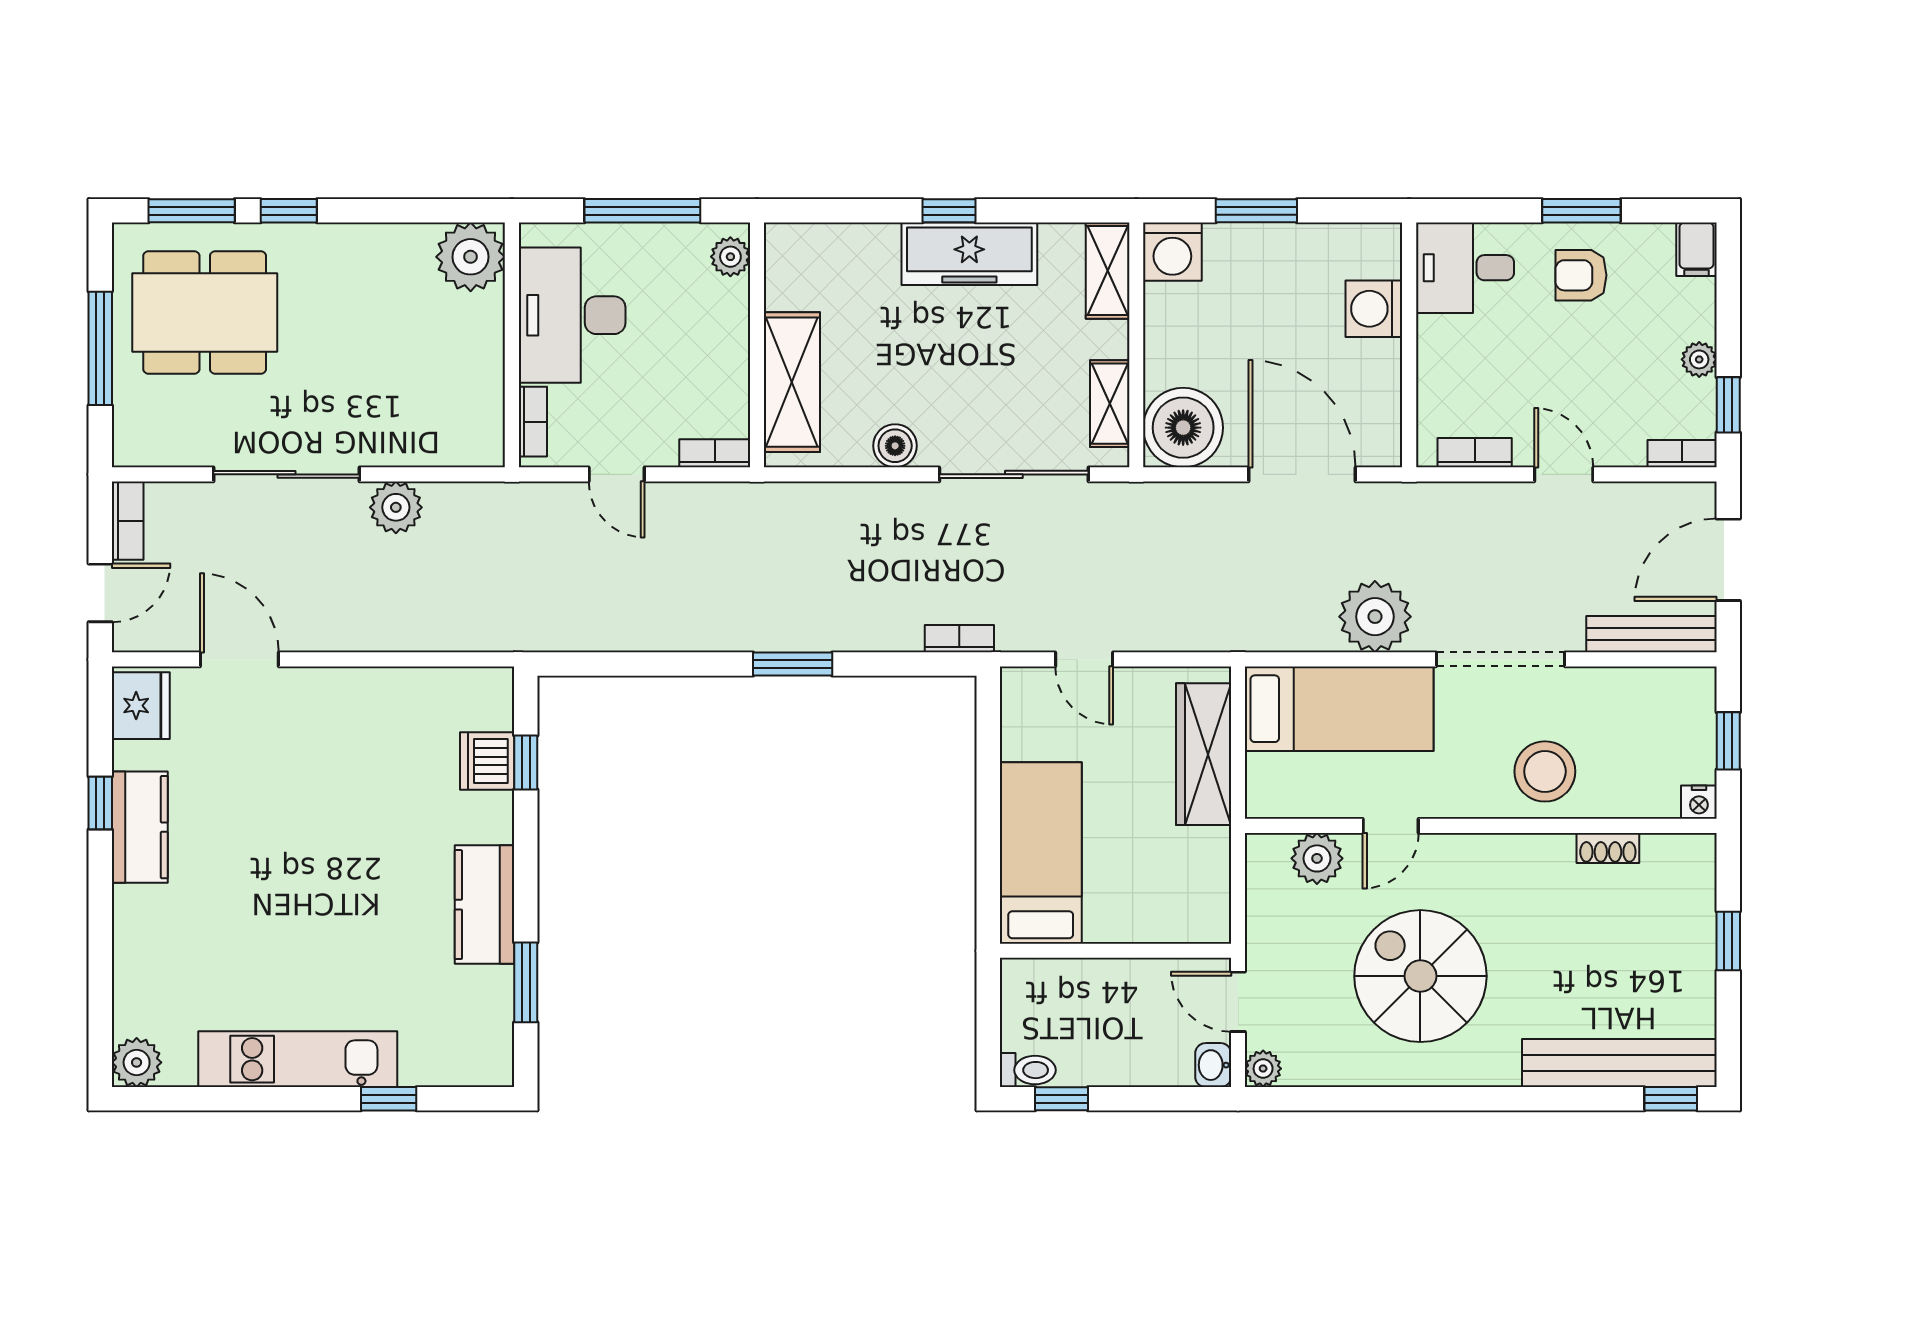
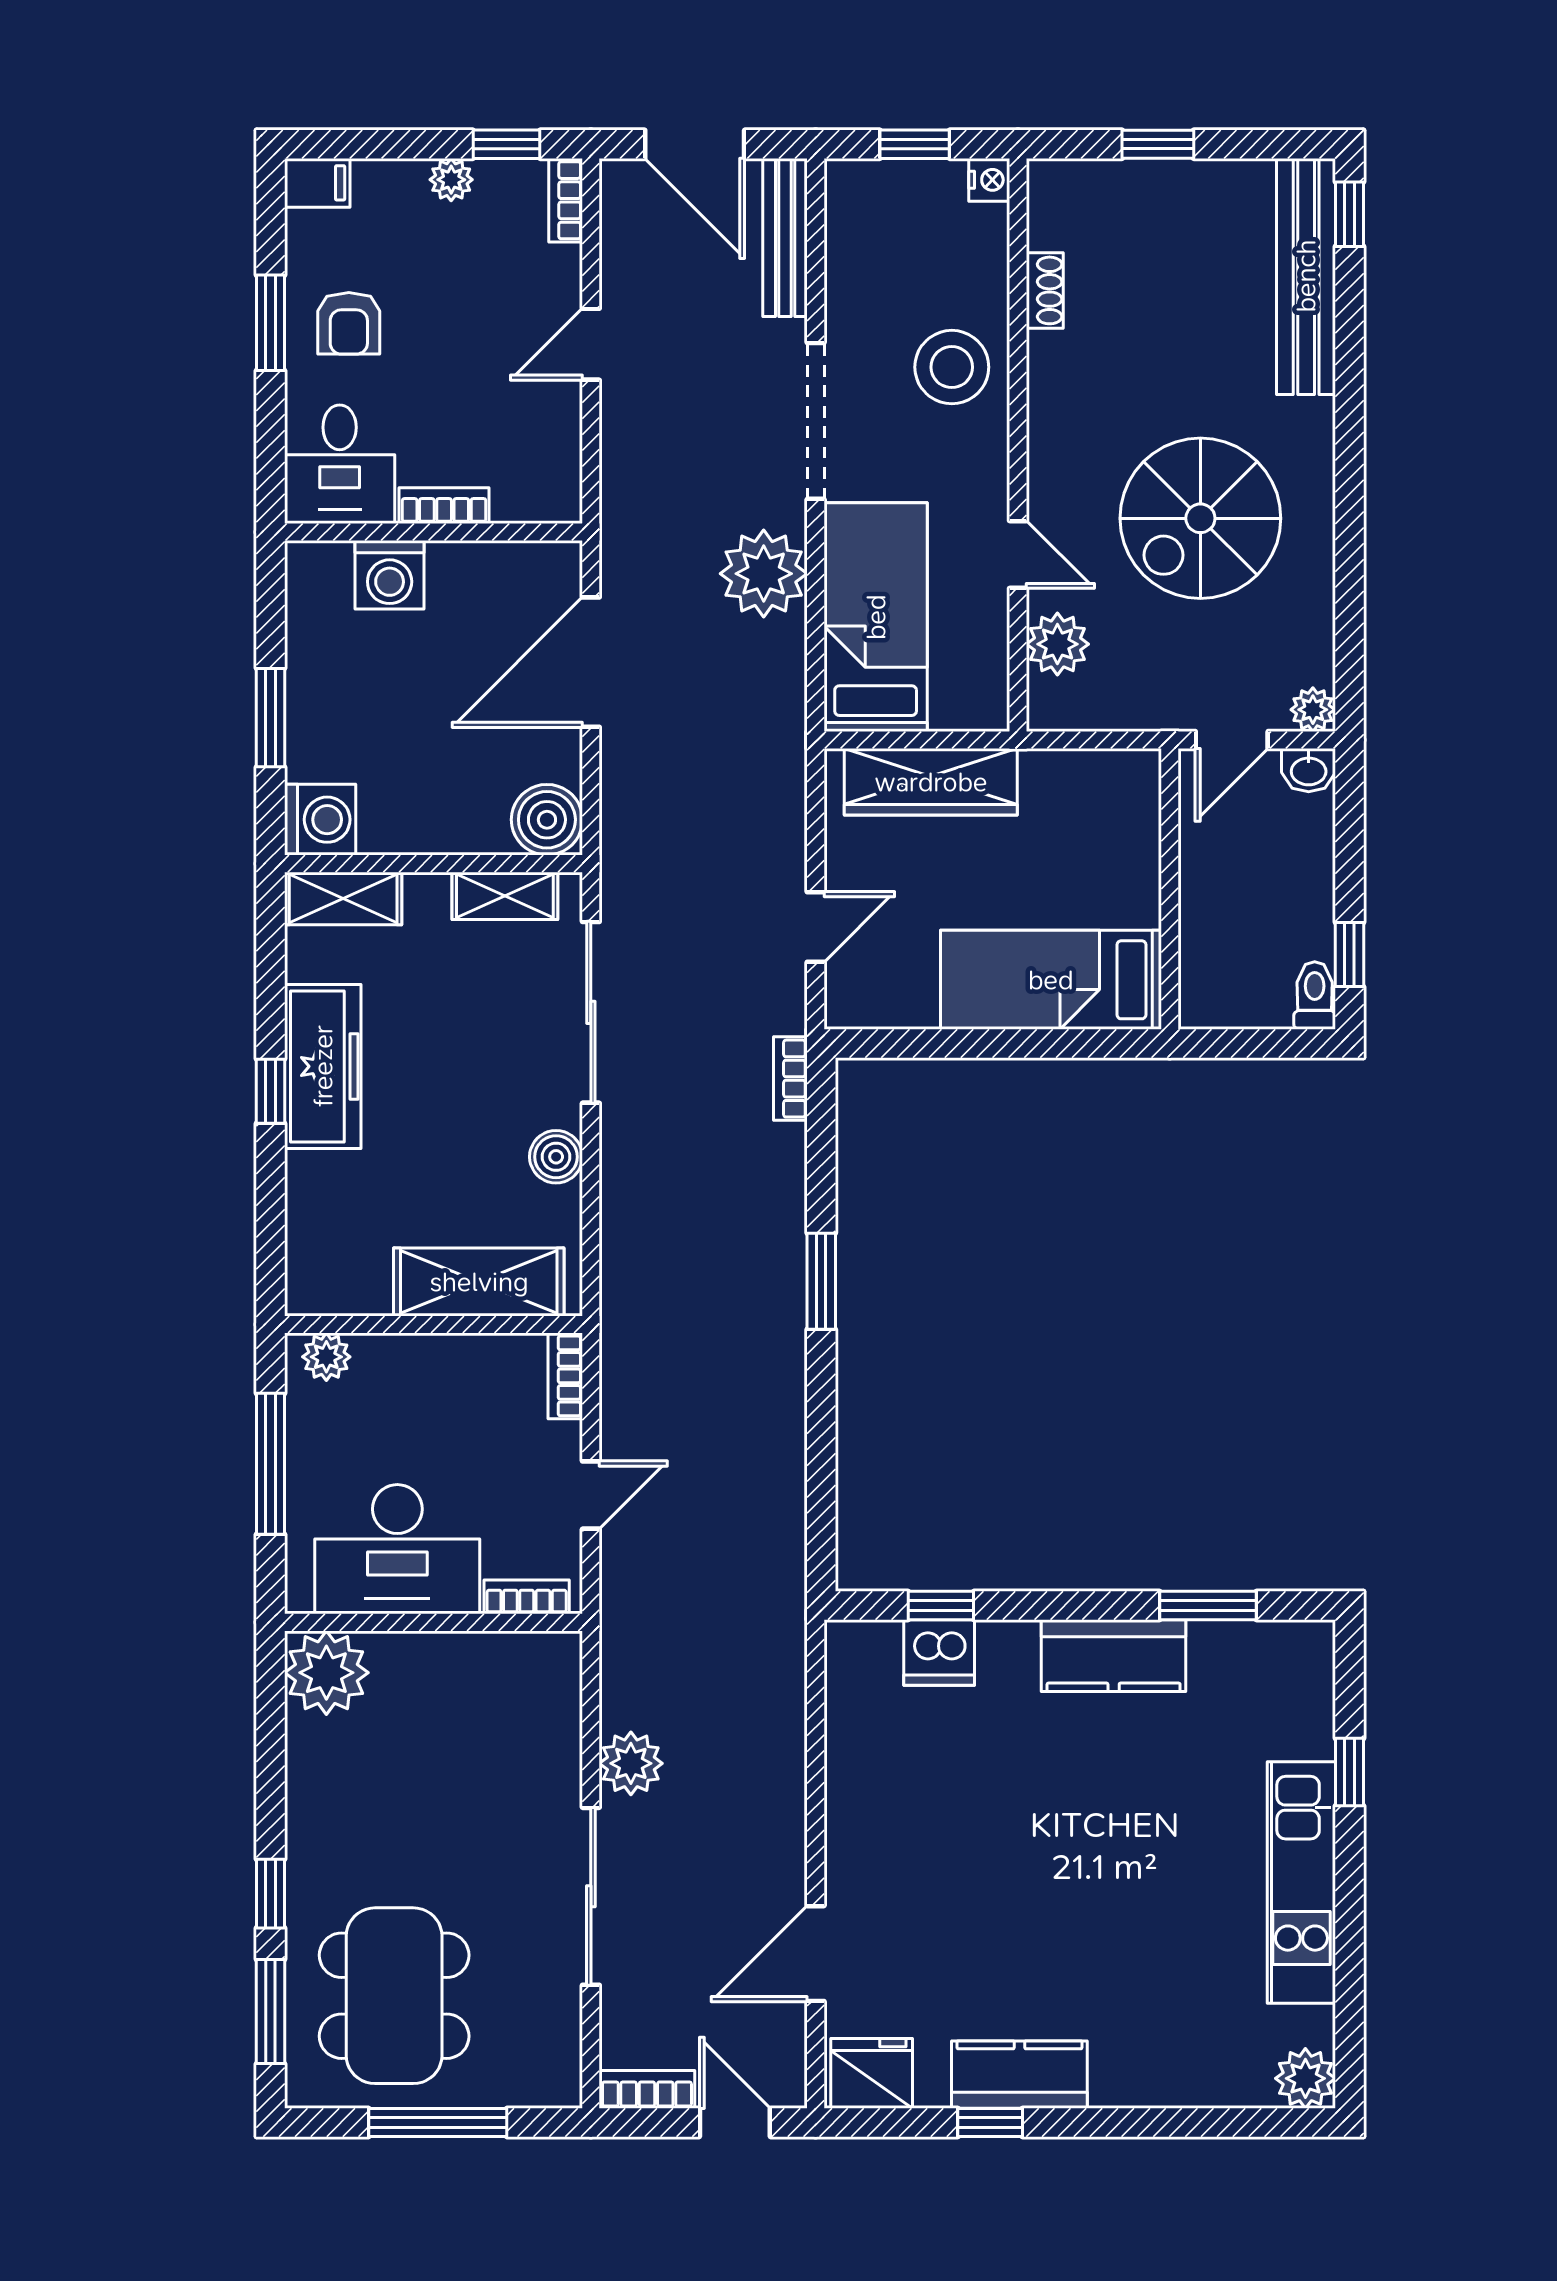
boiler: (1183, 428) -> (547, 820), width x0.73, depth x0.73
bookcase: (1475, 453) -> (444, 506), moved, turned 90

